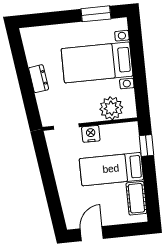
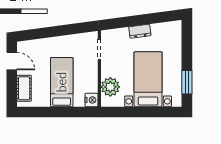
nightstand: (91, 134) -> (92, 100), moved
window: (146, 146) -> (78, 112), removed
cot: (136, 198) -> (24, 88), moved, turned 90

